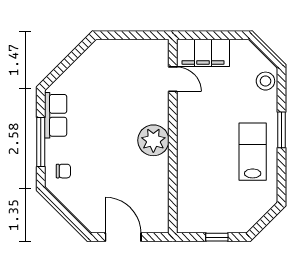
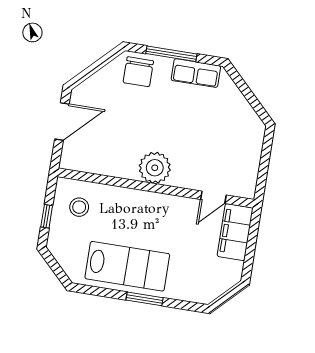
stool: (265, 81) -> (79, 207), moved
lab bench: (253, 152) -> (127, 266), width x1.36, depth x1.39
chair: (63, 171) -> (138, 72), width x1.87, depth x1.87

